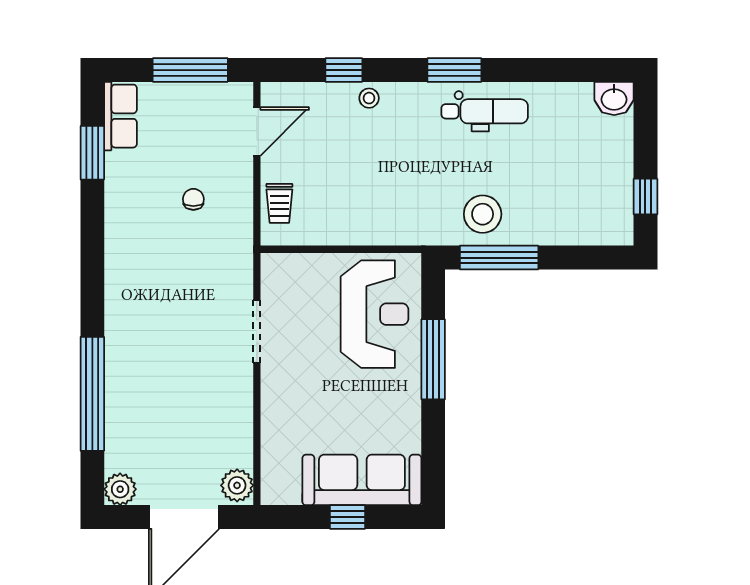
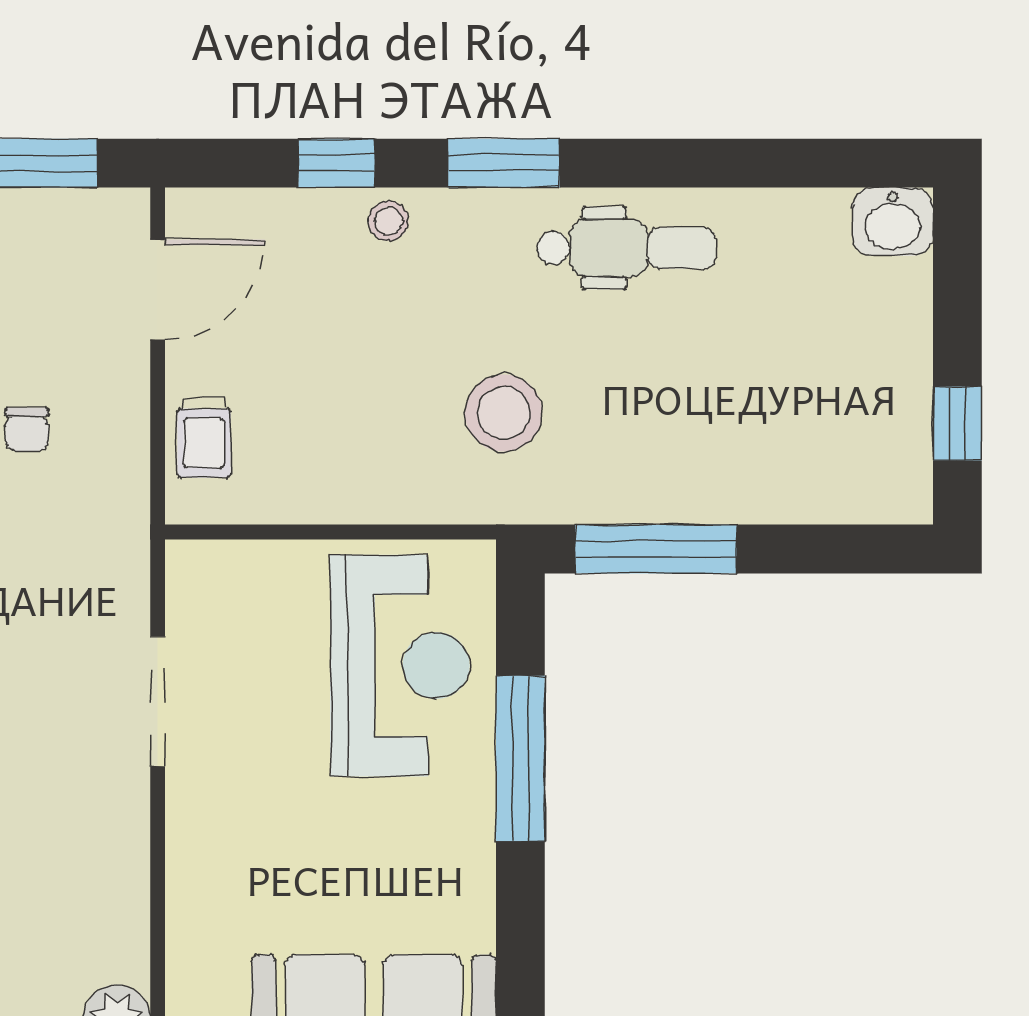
window: (454, 70) -> (504, 163), moved
chair: (193, 199) -> (27, 429), turned 180
stool: (483, 214) -> (504, 413), moved

